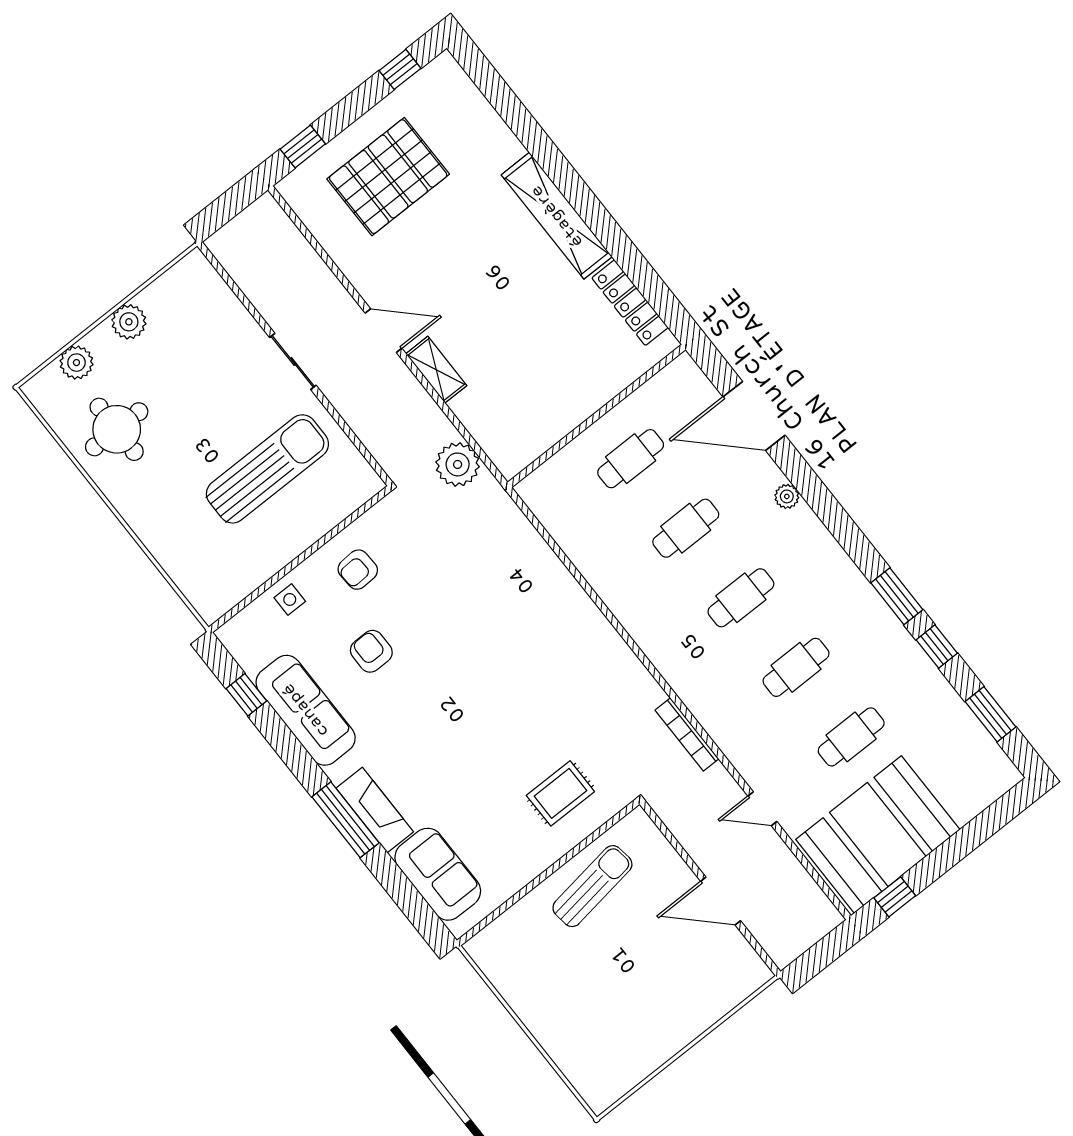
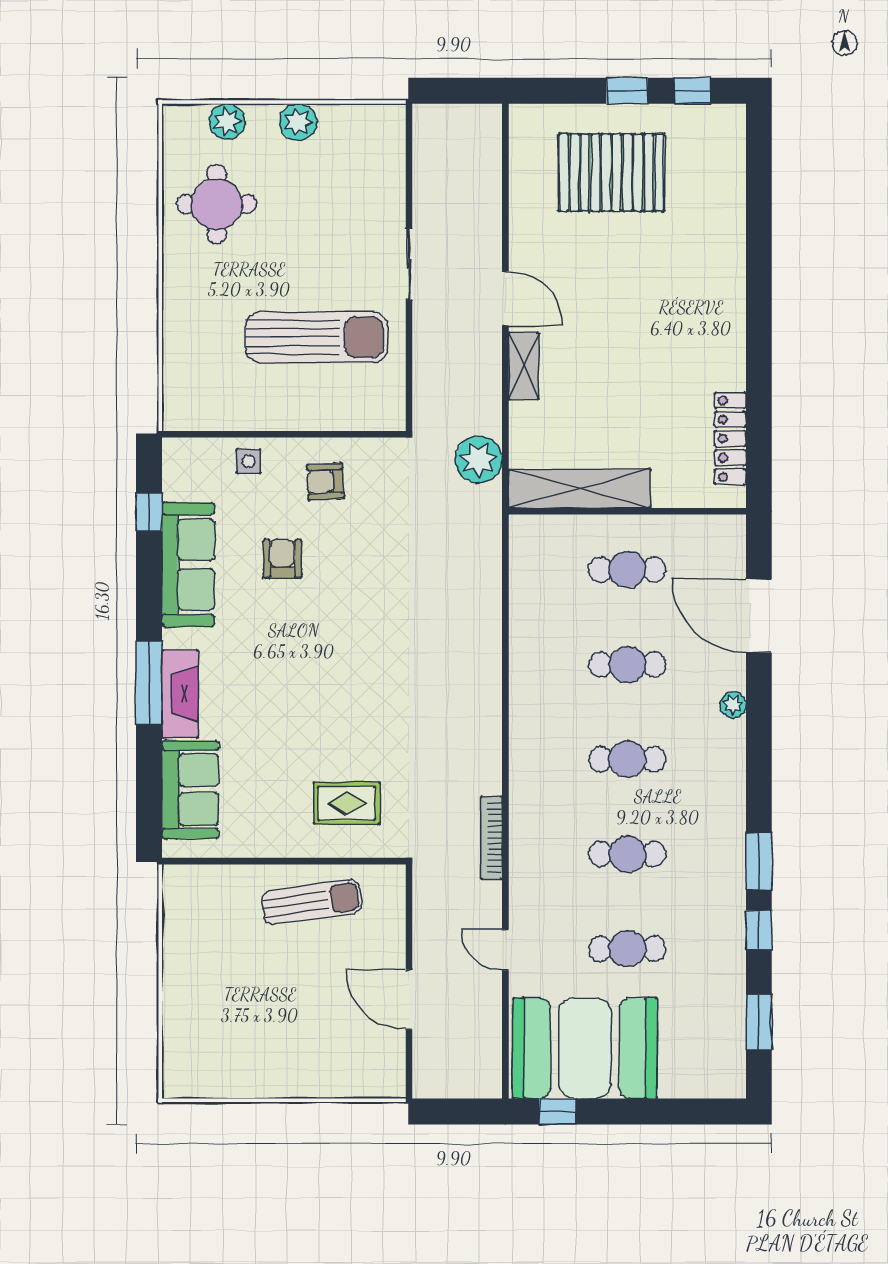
window: (303, 146) -> (627, 91), moved
shelving: (557, 216) -> (580, 489), moved, turned 90

